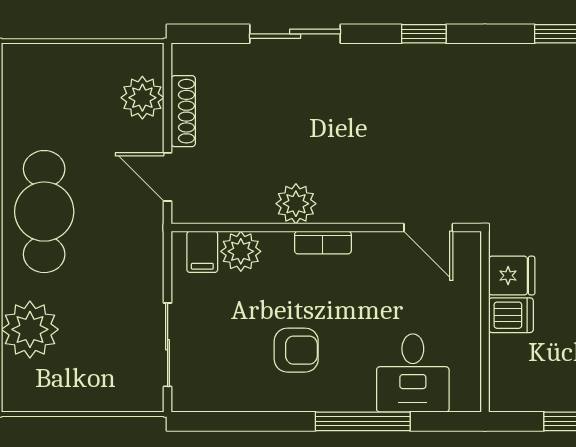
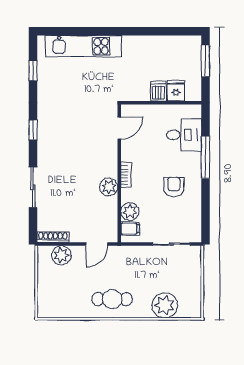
shoe rack: (183, 111) -> (53, 237), moved
cafe table: (44, 212) -> (112, 299), width x0.73, depth x0.74
fridge: (512, 276) -> (176, 91), moved

